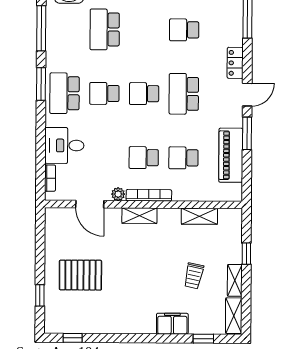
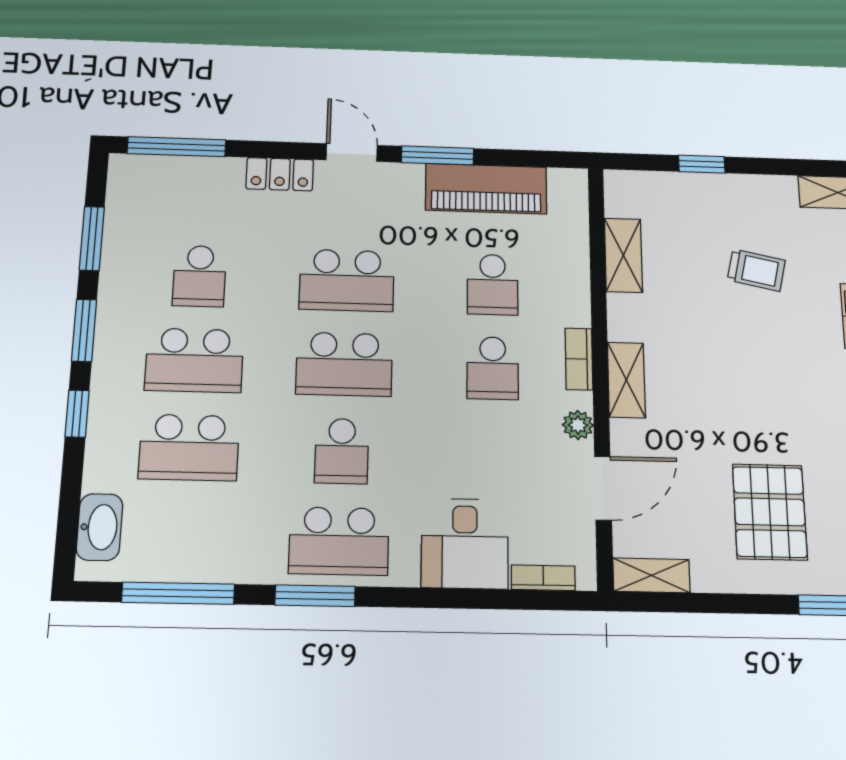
school desk: (144, 30) -> (194, 360), added
school desk: (144, 94) -> (344, 364), width x1.85
bookcase: (149, 195) -> (579, 359), width x0.64
shelving: (235, 280) -> (651, 575), moved

